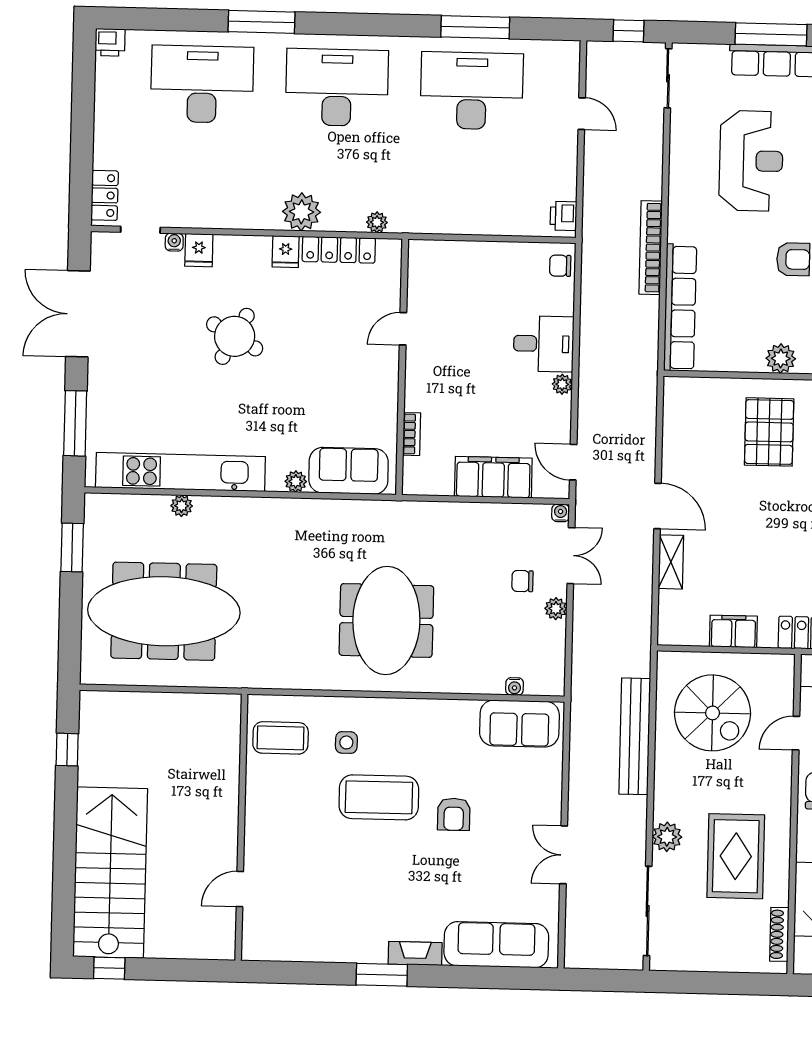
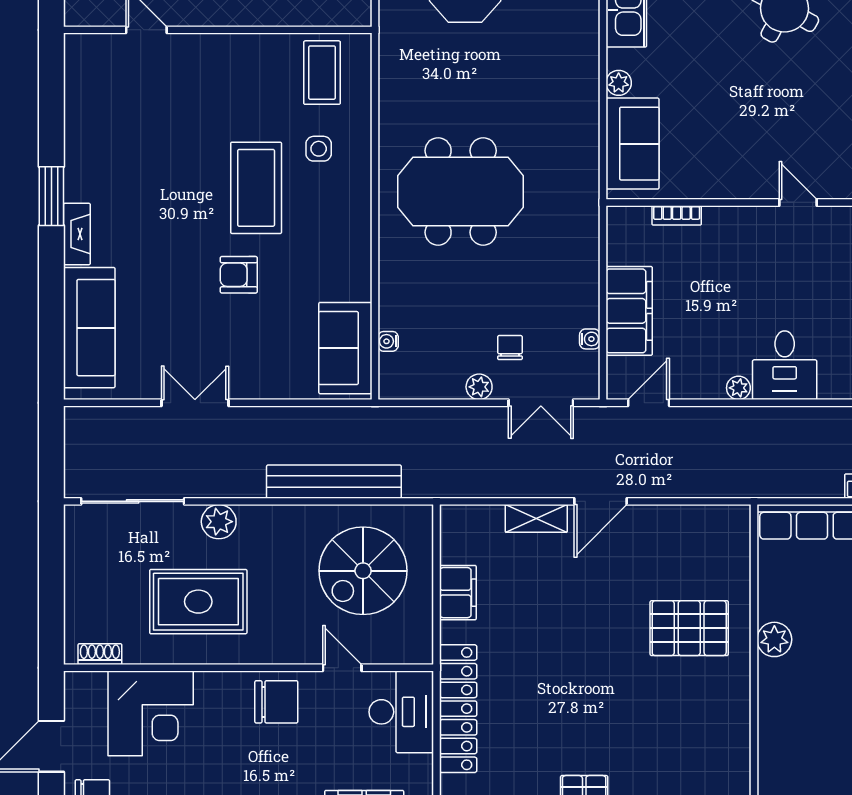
water cooler: (561, 513) -> (590, 339), moved
shoe rack: (779, 934) -> (100, 654), width x0.70

